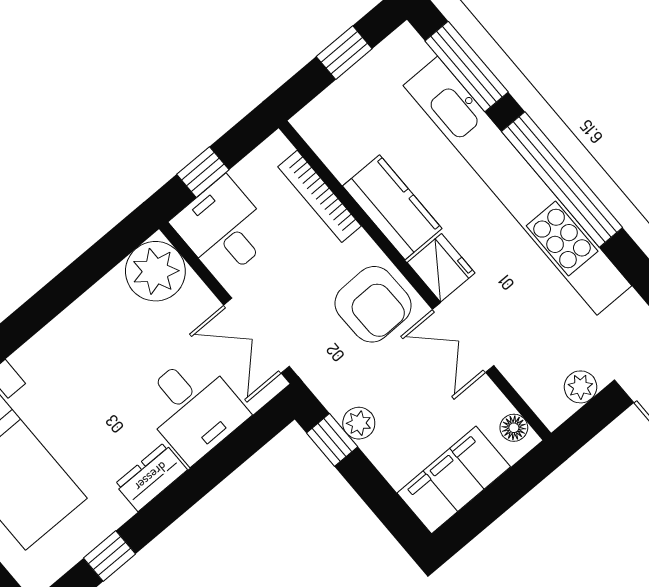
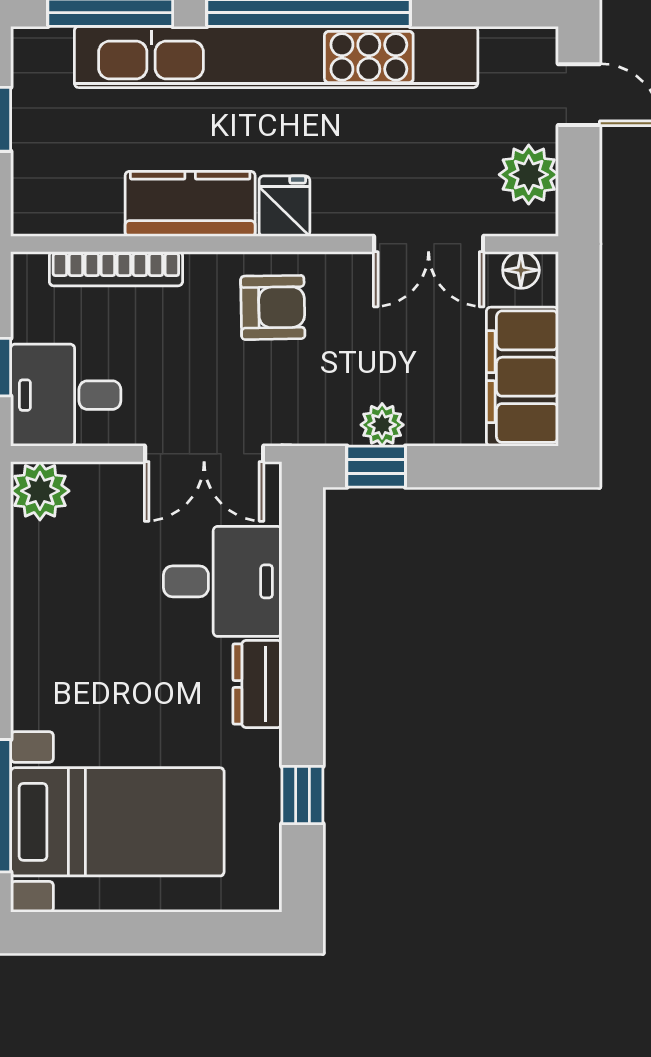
fridge: (441, 268) -> (284, 206), width x0.72
plant: (155, 271) -> (40, 491), width x0.73, depth x0.73
armchair: (373, 304) -> (273, 307), width x0.72, depth x0.72
double door: (463, 338) -> (429, 244), moved
plant: (580, 387) -> (529, 175), width x1.38, depth x1.38

